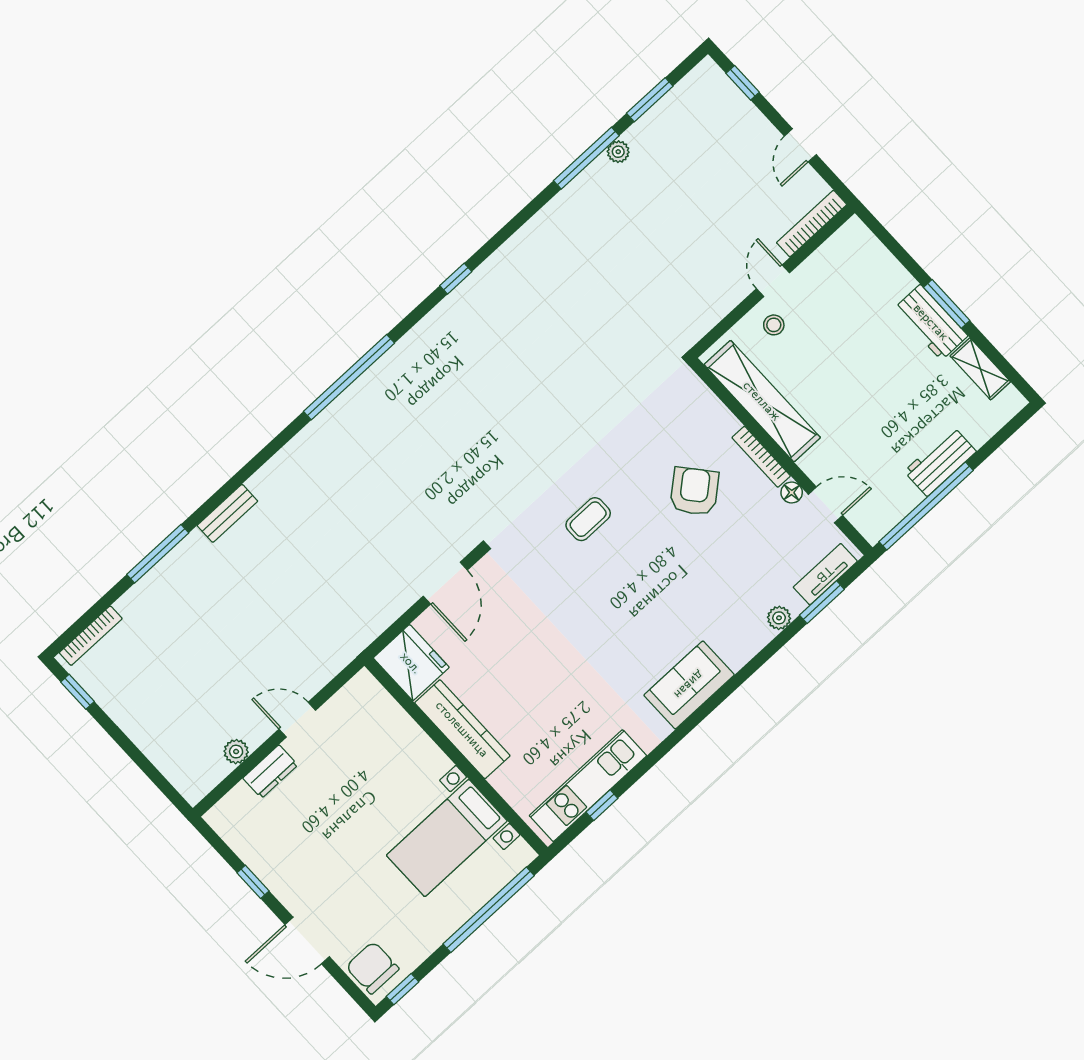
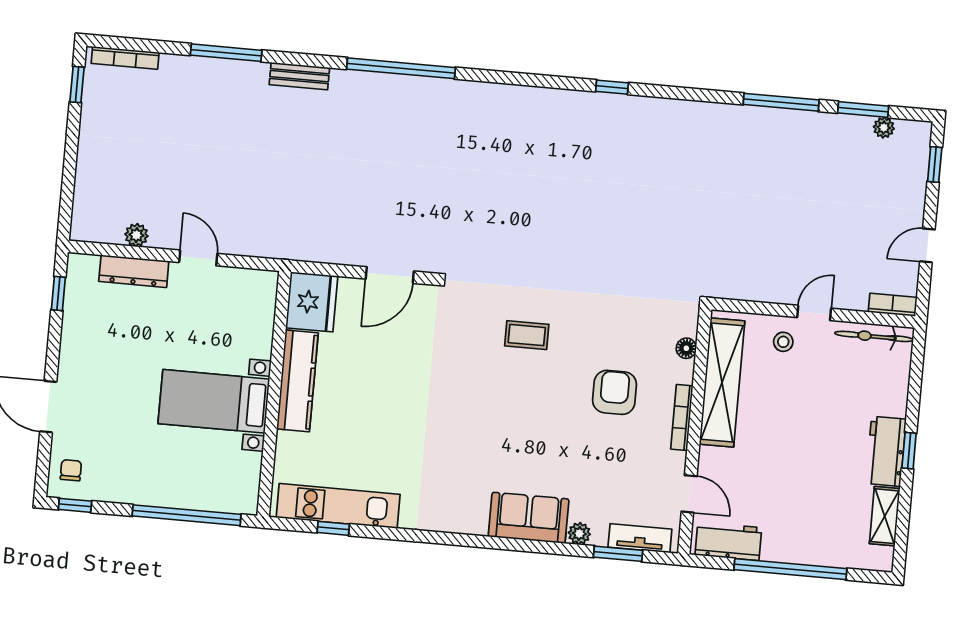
plant: (618, 152) -> (884, 128), moved
bookcase: (812, 224) -> (893, 305), width x0.64
bicycle: (833, 251) -> (874, 336), added
window: (947, 304) -> (909, 451), width x0.67
window: (349, 377) -> (401, 68), moved
workbench: (940, 461) -> (728, 541), moved
armchair: (694, 491) -> (615, 392), turned -50
floor lamp: (792, 493) -> (686, 348), moved
window: (926, 506) -> (790, 569), moved
sofa: (689, 685) -> (529, 518), moved
dresser: (270, 772) -> (134, 271), width x1.44
bed with nightstands: (447, 838) -> (214, 401), moved
window: (253, 882) -> (58, 294), moved
chair: (372, 968) -> (71, 470), width x0.54, depth x0.54

